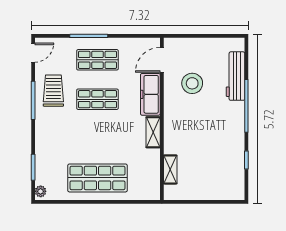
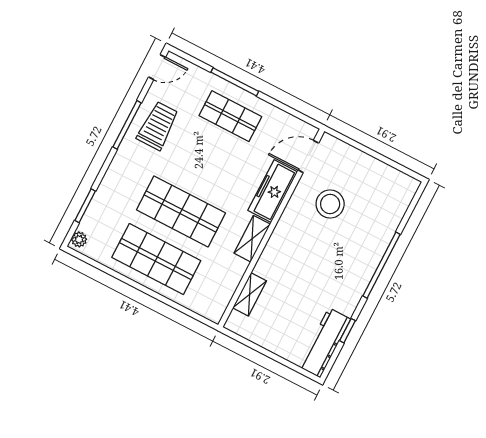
workbench: (235, 76) -> (325, 343), moved
shop shelf: (97, 99) -> (181, 211), moved, width x1.43, depth x1.36

